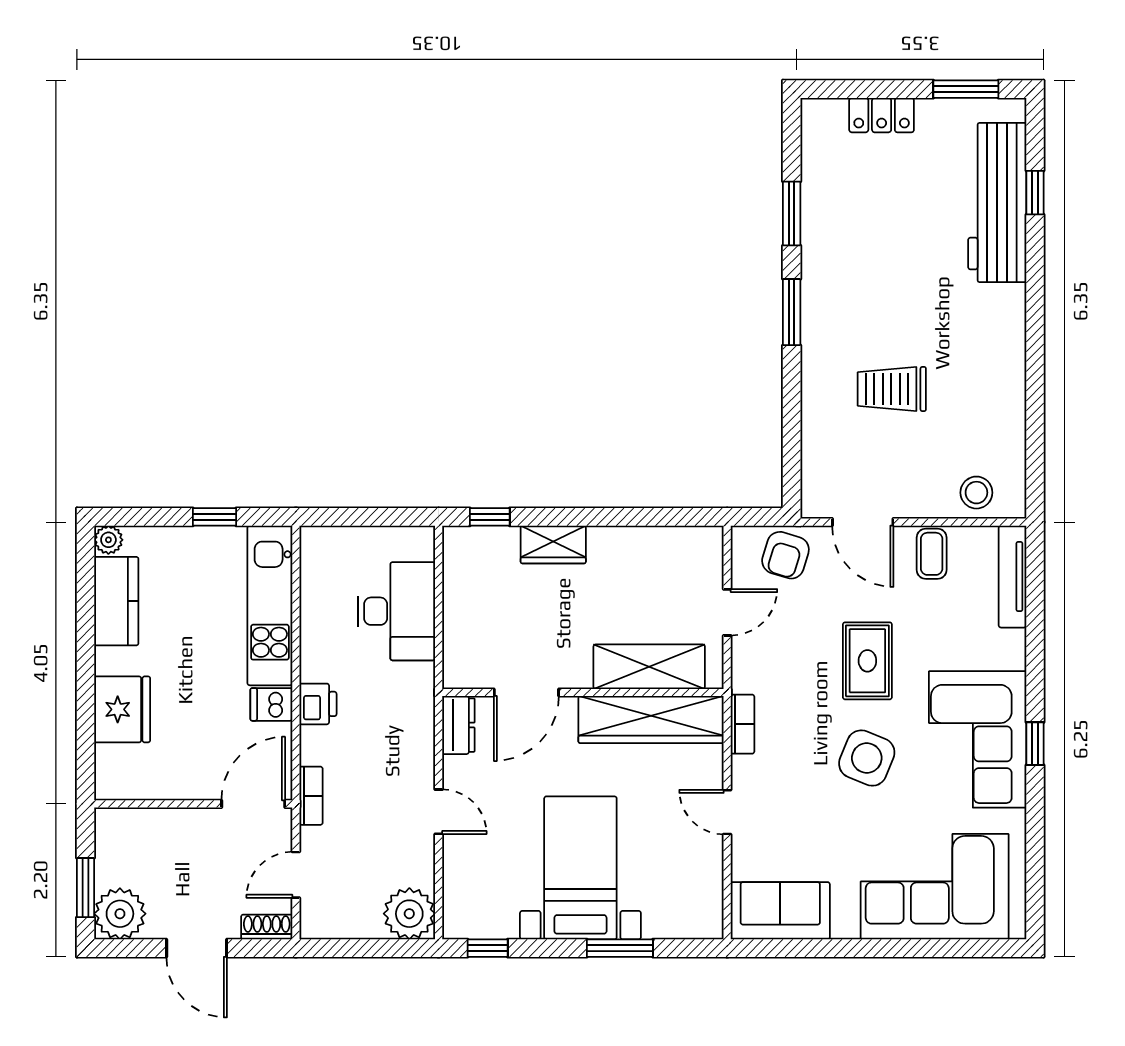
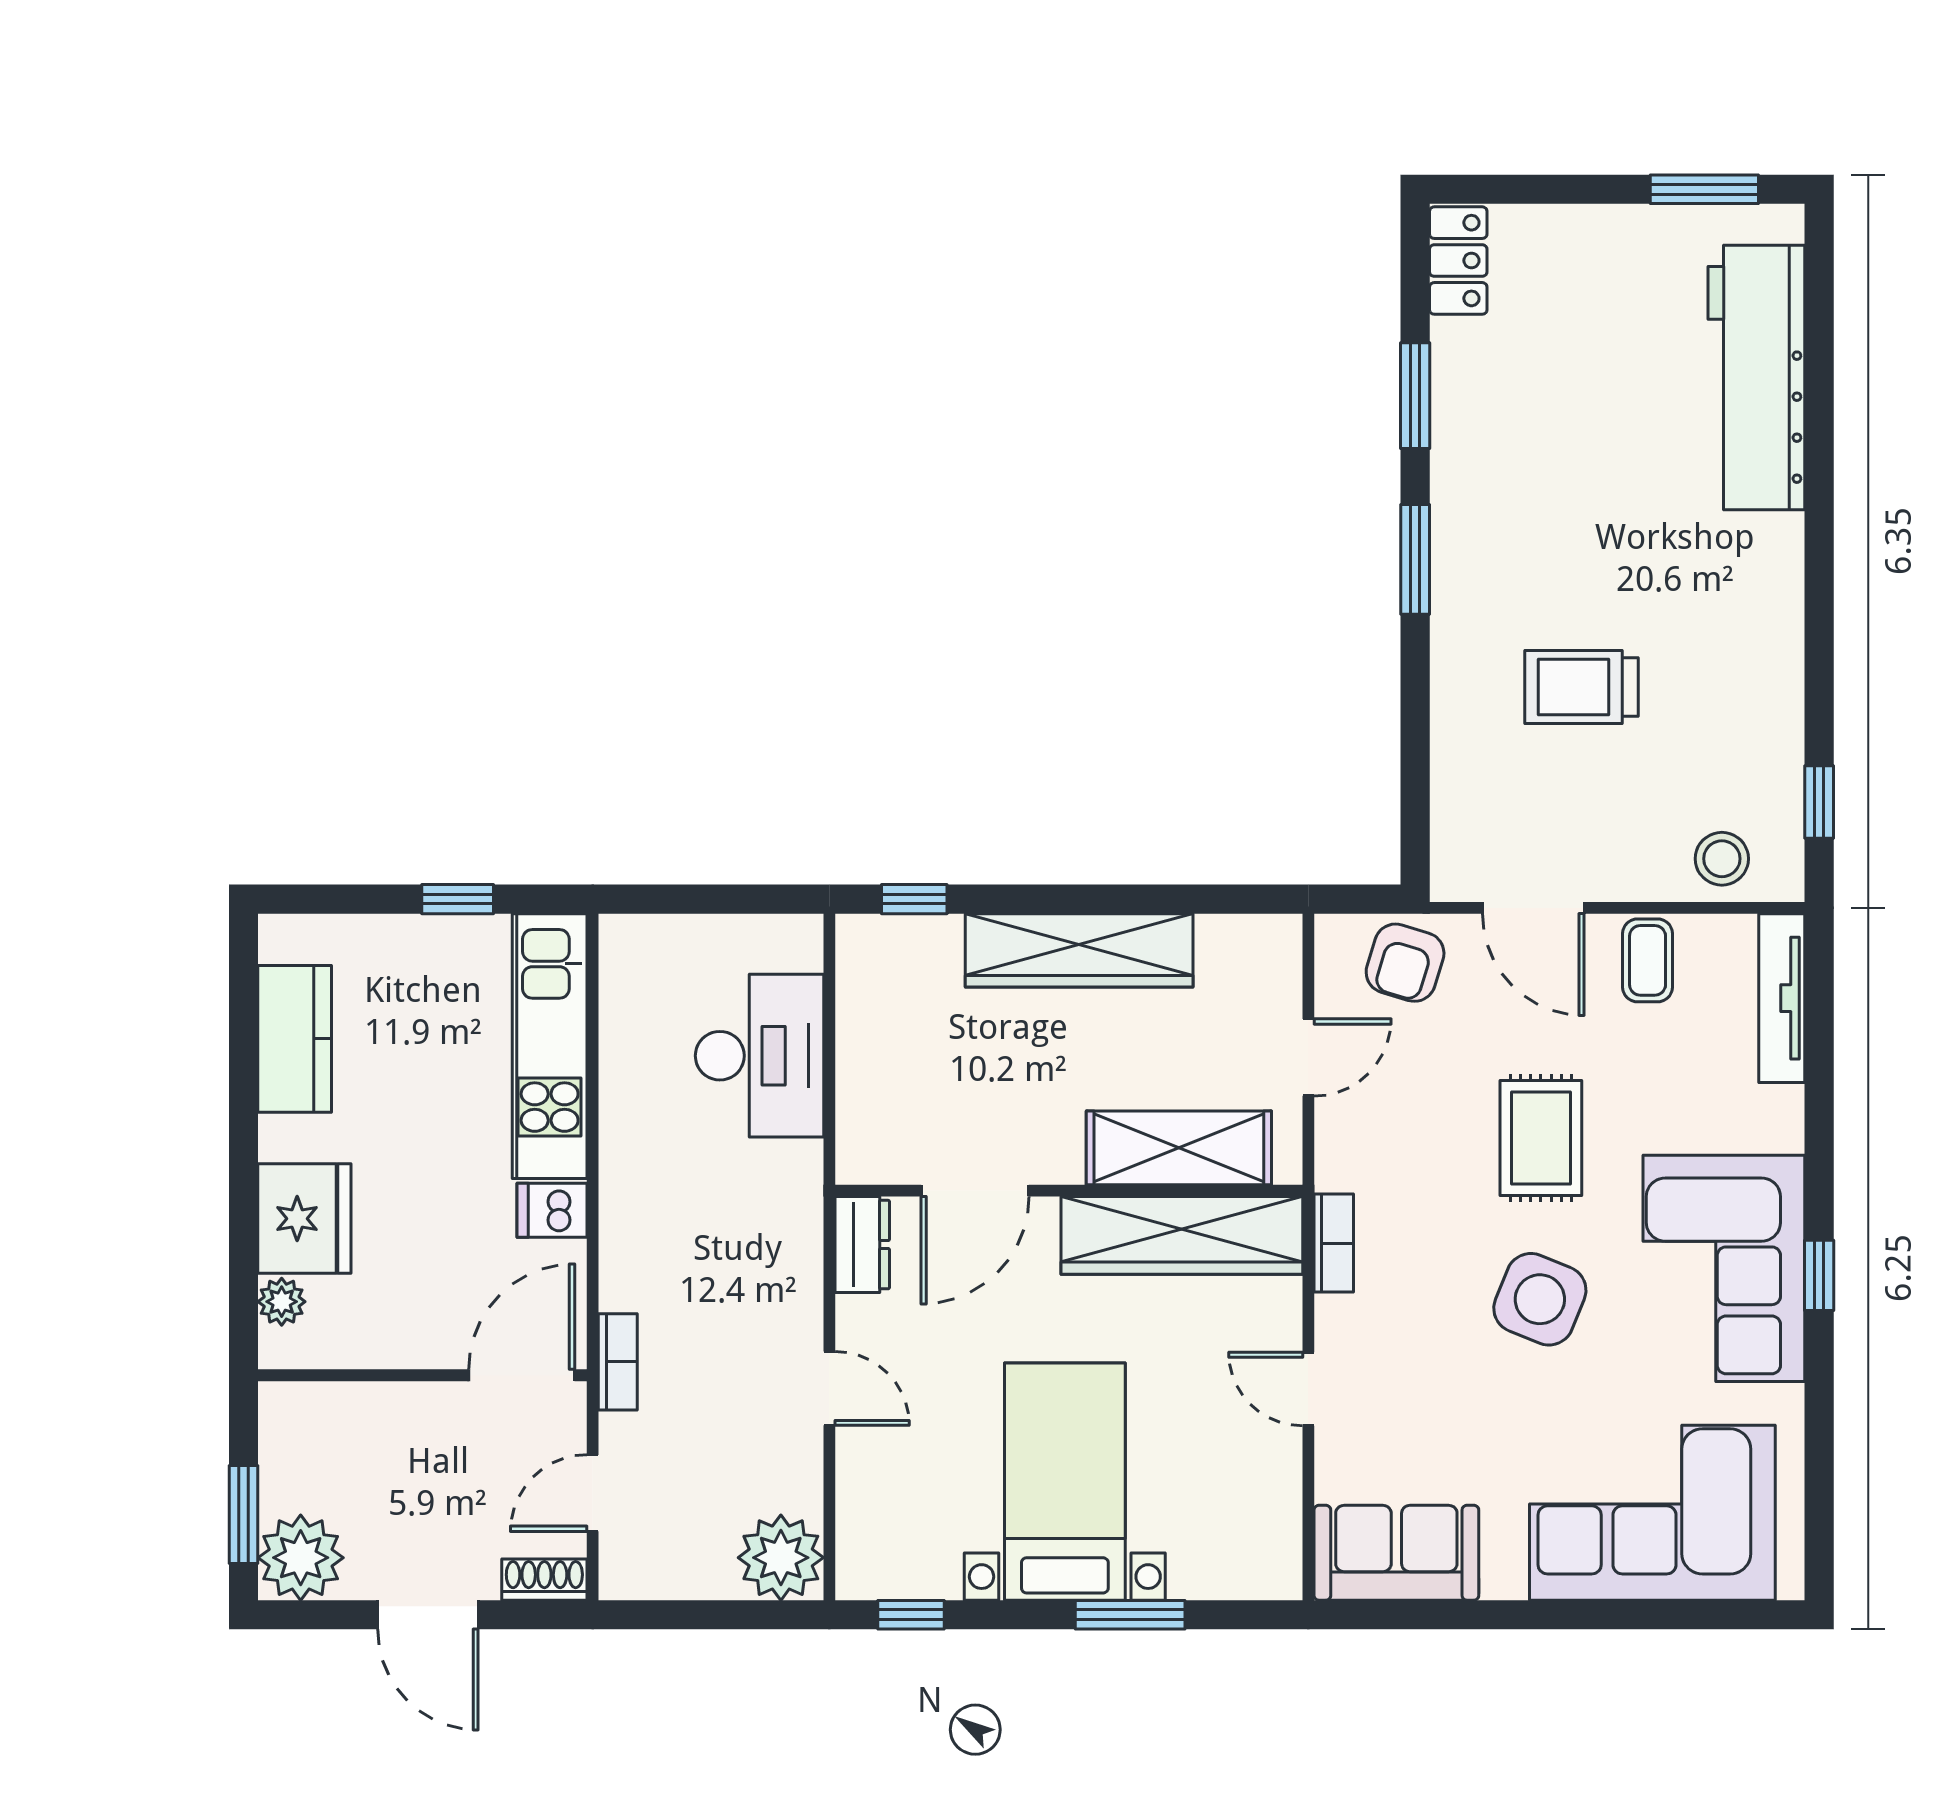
locker: (882, 115) -> (1458, 261), moved, turned -90
window: (1035, 193) -> (1819, 802), moved
plant: (108, 540) -> (282, 1302), moved
wardrobe: (553, 544) -> (1079, 950), width x2.10, depth x1.17
printer: (318, 704) -> (629, 1210), removed

